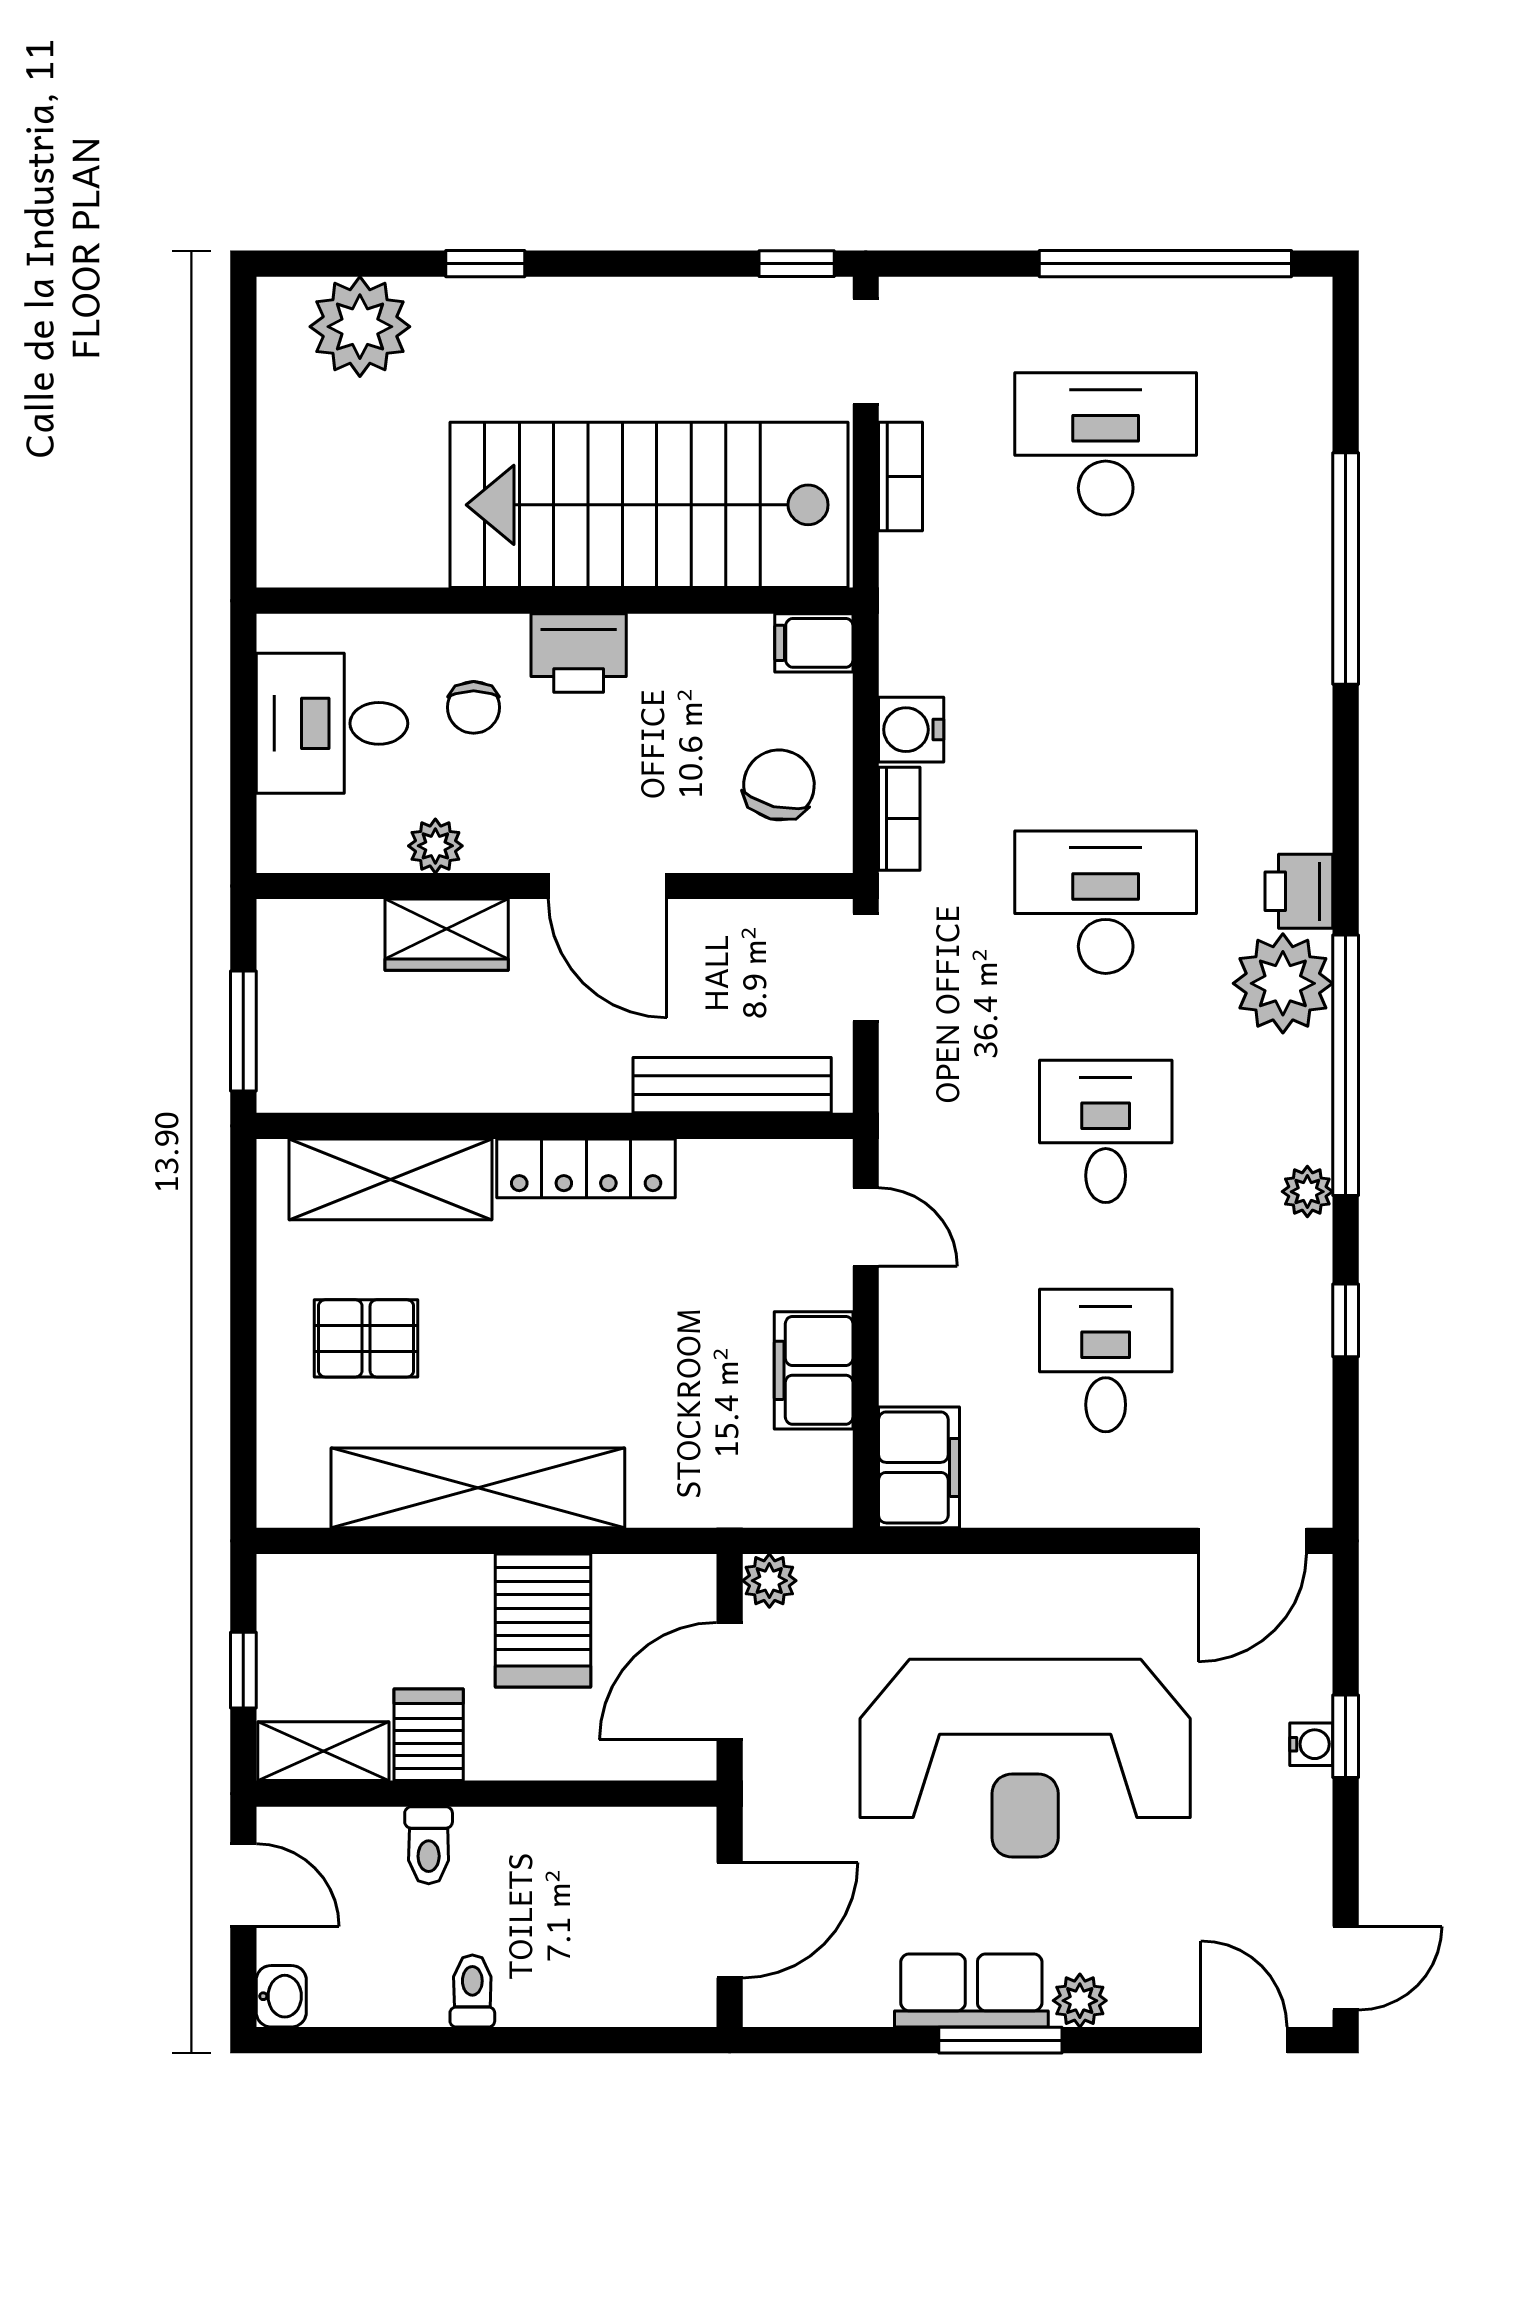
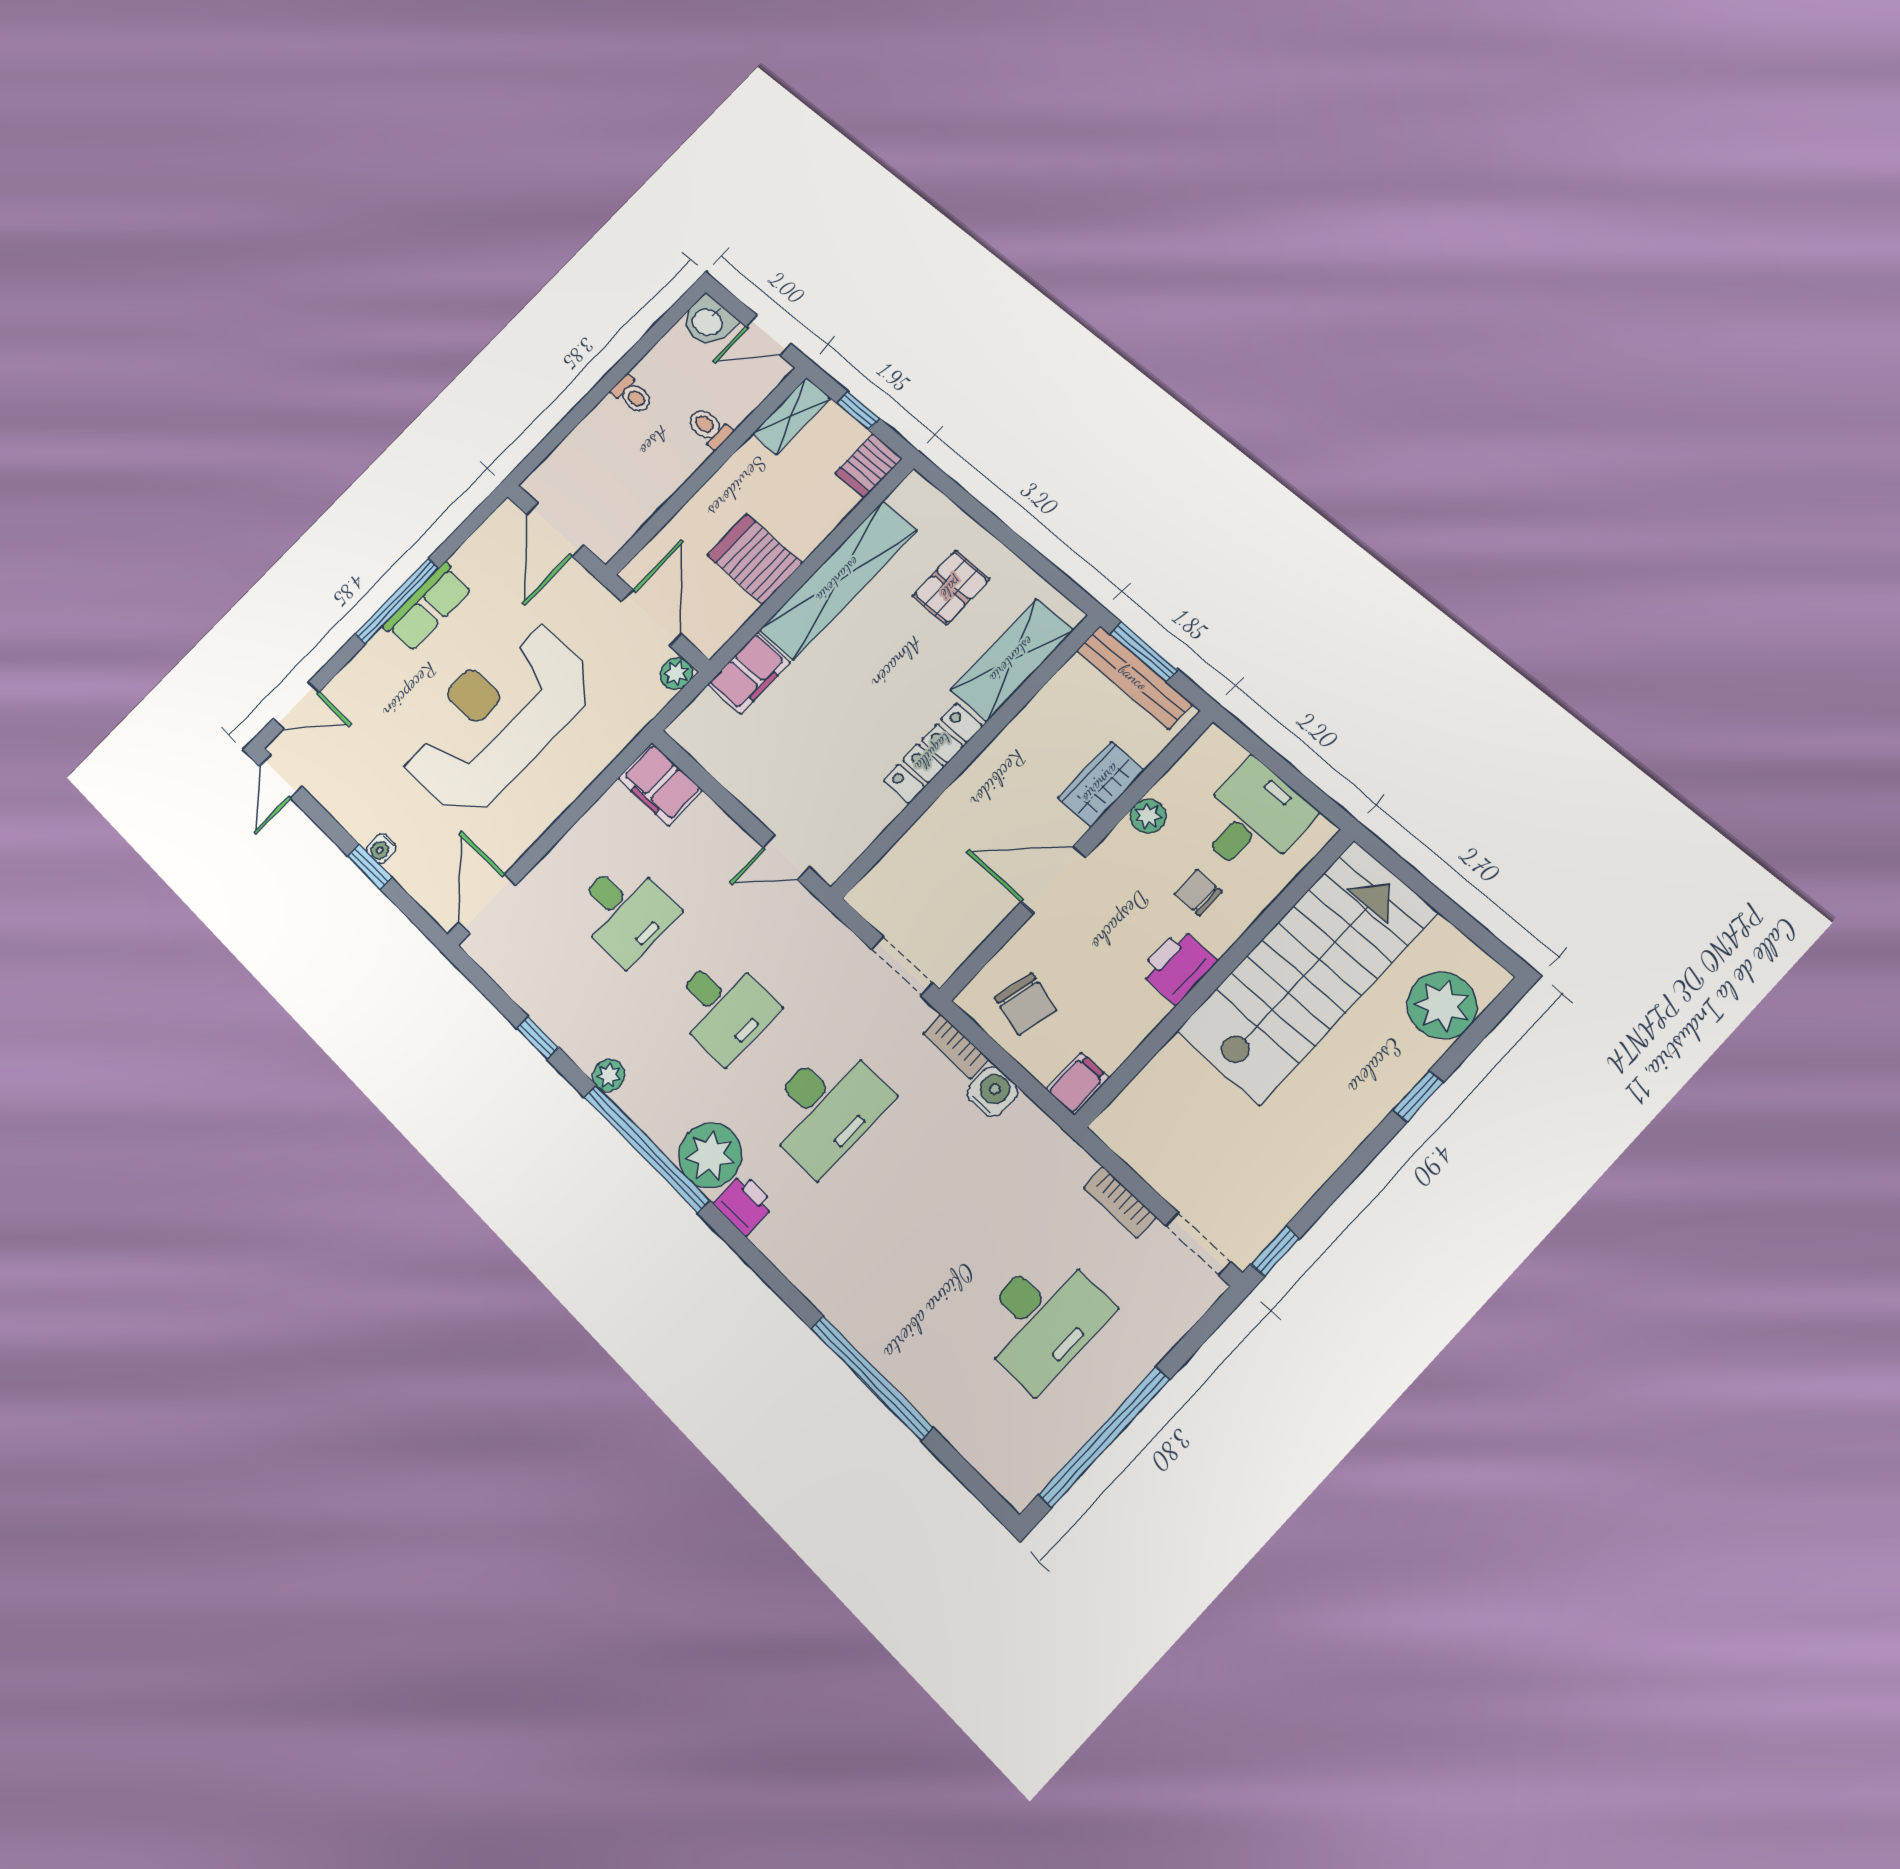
stairs: (649, 505) -> (1307, 972), moved
bench: (732, 1085) -> (1134, 677), moved, turned 90
filing cabinet: (814, 1370) -> (749, 673), moved, turned 90
server rack: (429, 1735) -> (869, 466), moved, turned 90
washbasin: (281, 1996) -> (708, 322), width x1.38, depth x1.45
plant: (1080, 2001) -> (379, 650), removed
window: (1000, 2040) -> (397, 601), width x1.44

